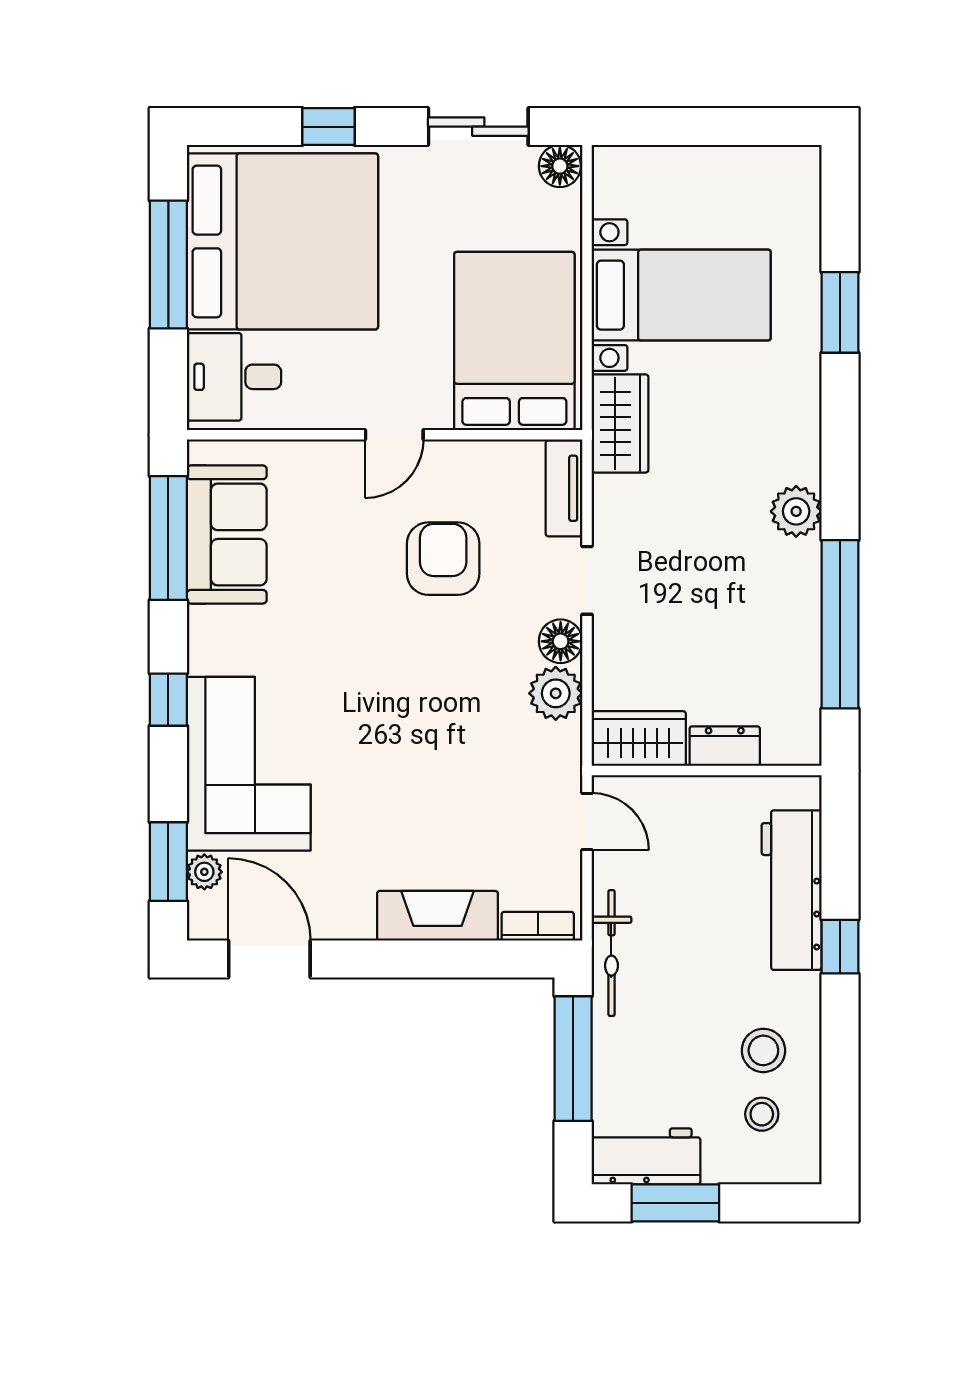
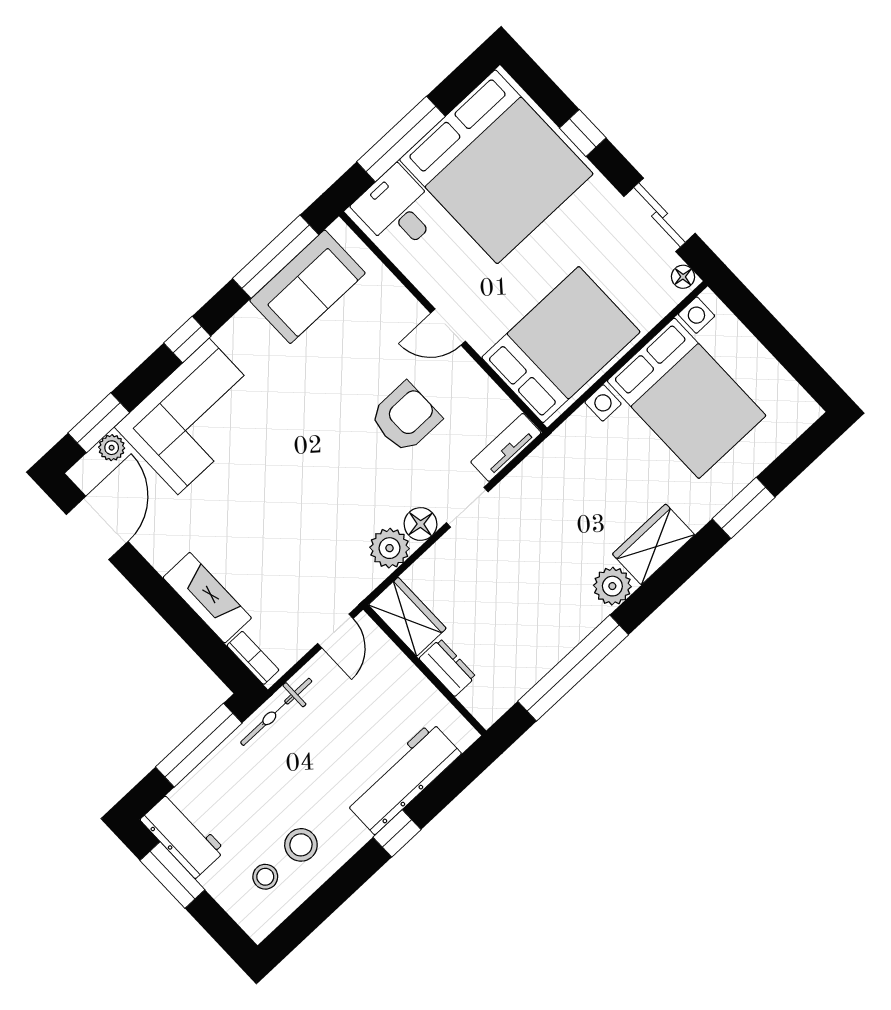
floor lamp: (560, 166) -> (683, 277), width x0.73, depth x0.73
window: (168, 264) -> (401, 139), moved
bed with nightstands: (681, 295) -> (687, 398), width x1.36
wardrobe: (620, 423) -> (654, 544), moved, turned 180

